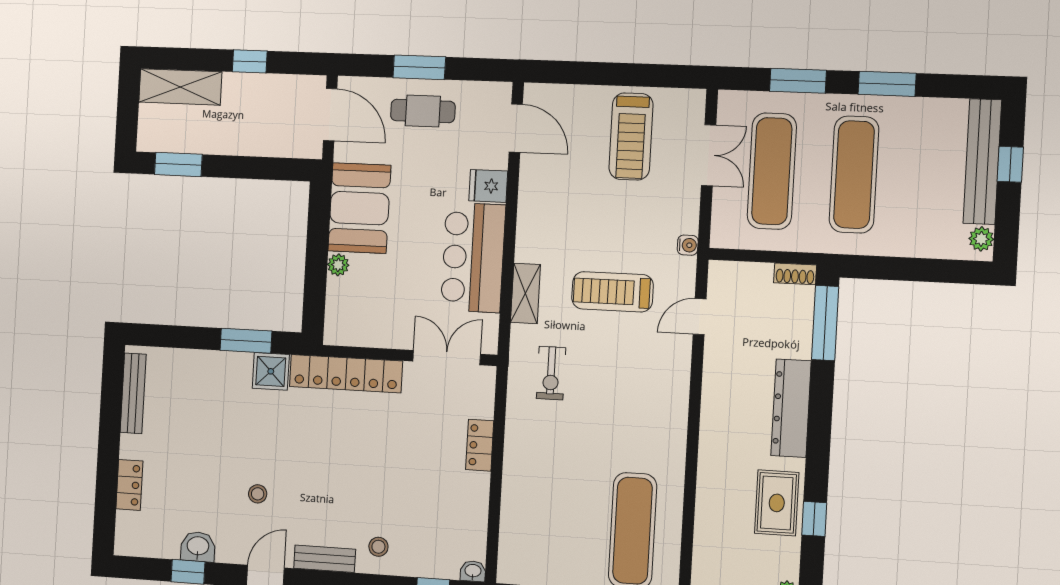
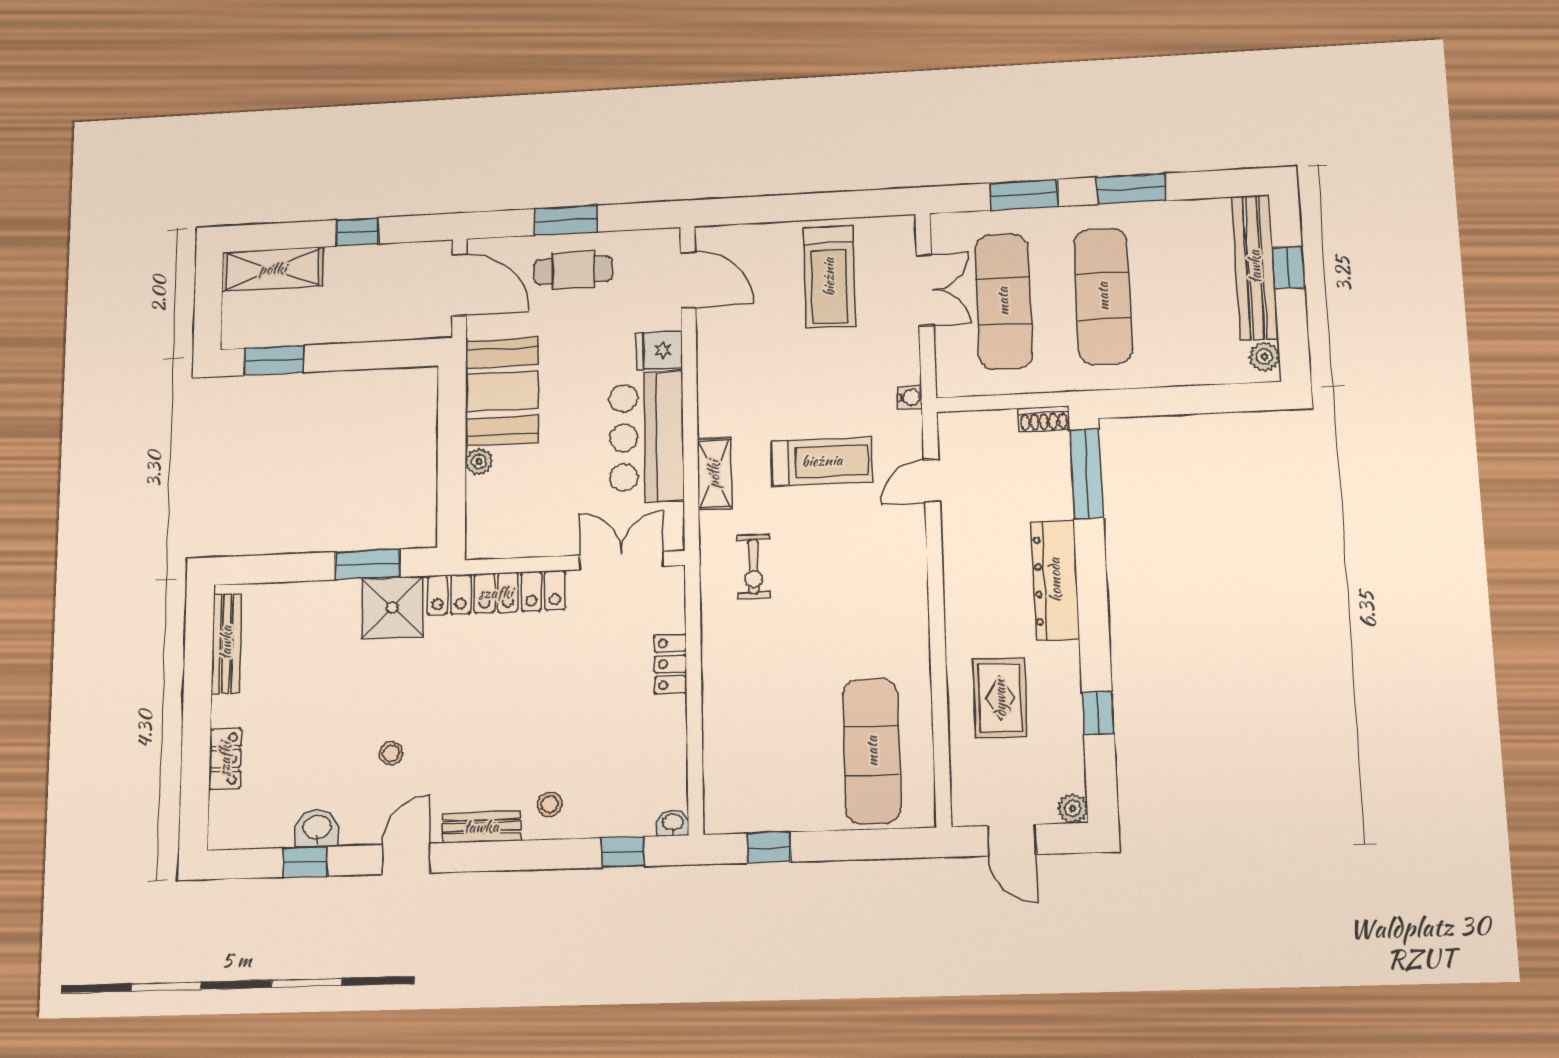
treadmill: (612, 292) -> (822, 461), turned 180
shower: (271, 371) -> (393, 607), width x1.36, depth x1.36
rug: (777, 503) -> (1000, 698), moved

